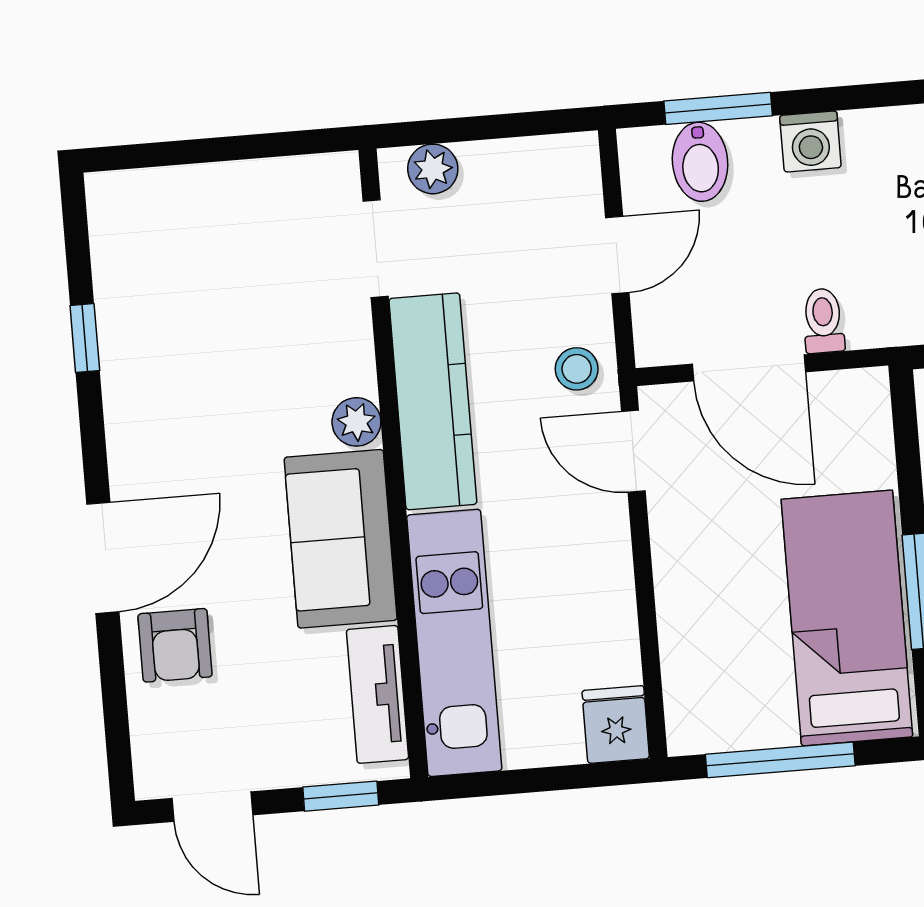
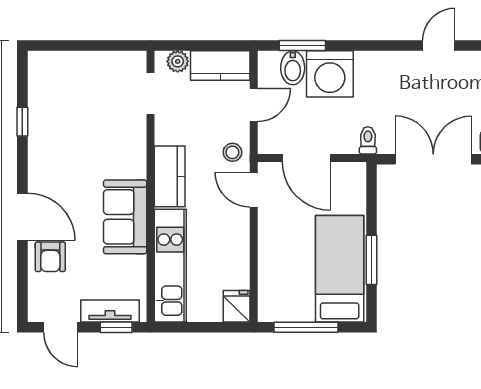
washing machine: (810, 141) -> (330, 74), width x1.89, depth x1.89
kitchen counter: (532, 170) -> (220, 66), added
toilet: (823, 321) -> (368, 140), moved
kitchen counter: (433, 401) -> (170, 176), width x0.67
plant: (356, 422) -> (136, 167), removed
door: (103, 558) -> (22, 217), hinge flipped
tv unit: (377, 694) -> (110, 311), moved, turned 90

